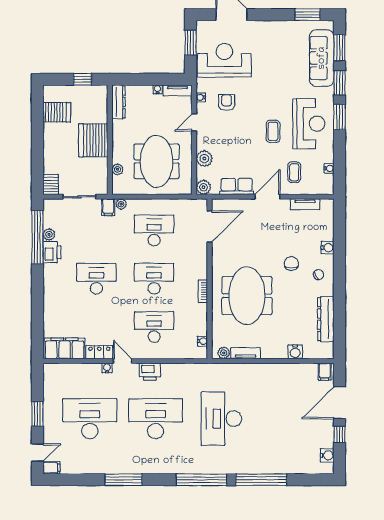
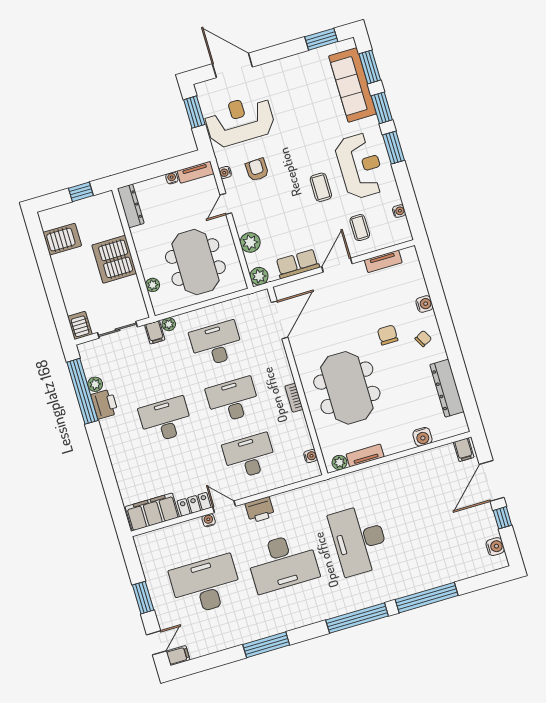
desk: (156, 419) -> (283, 563), turned 180

